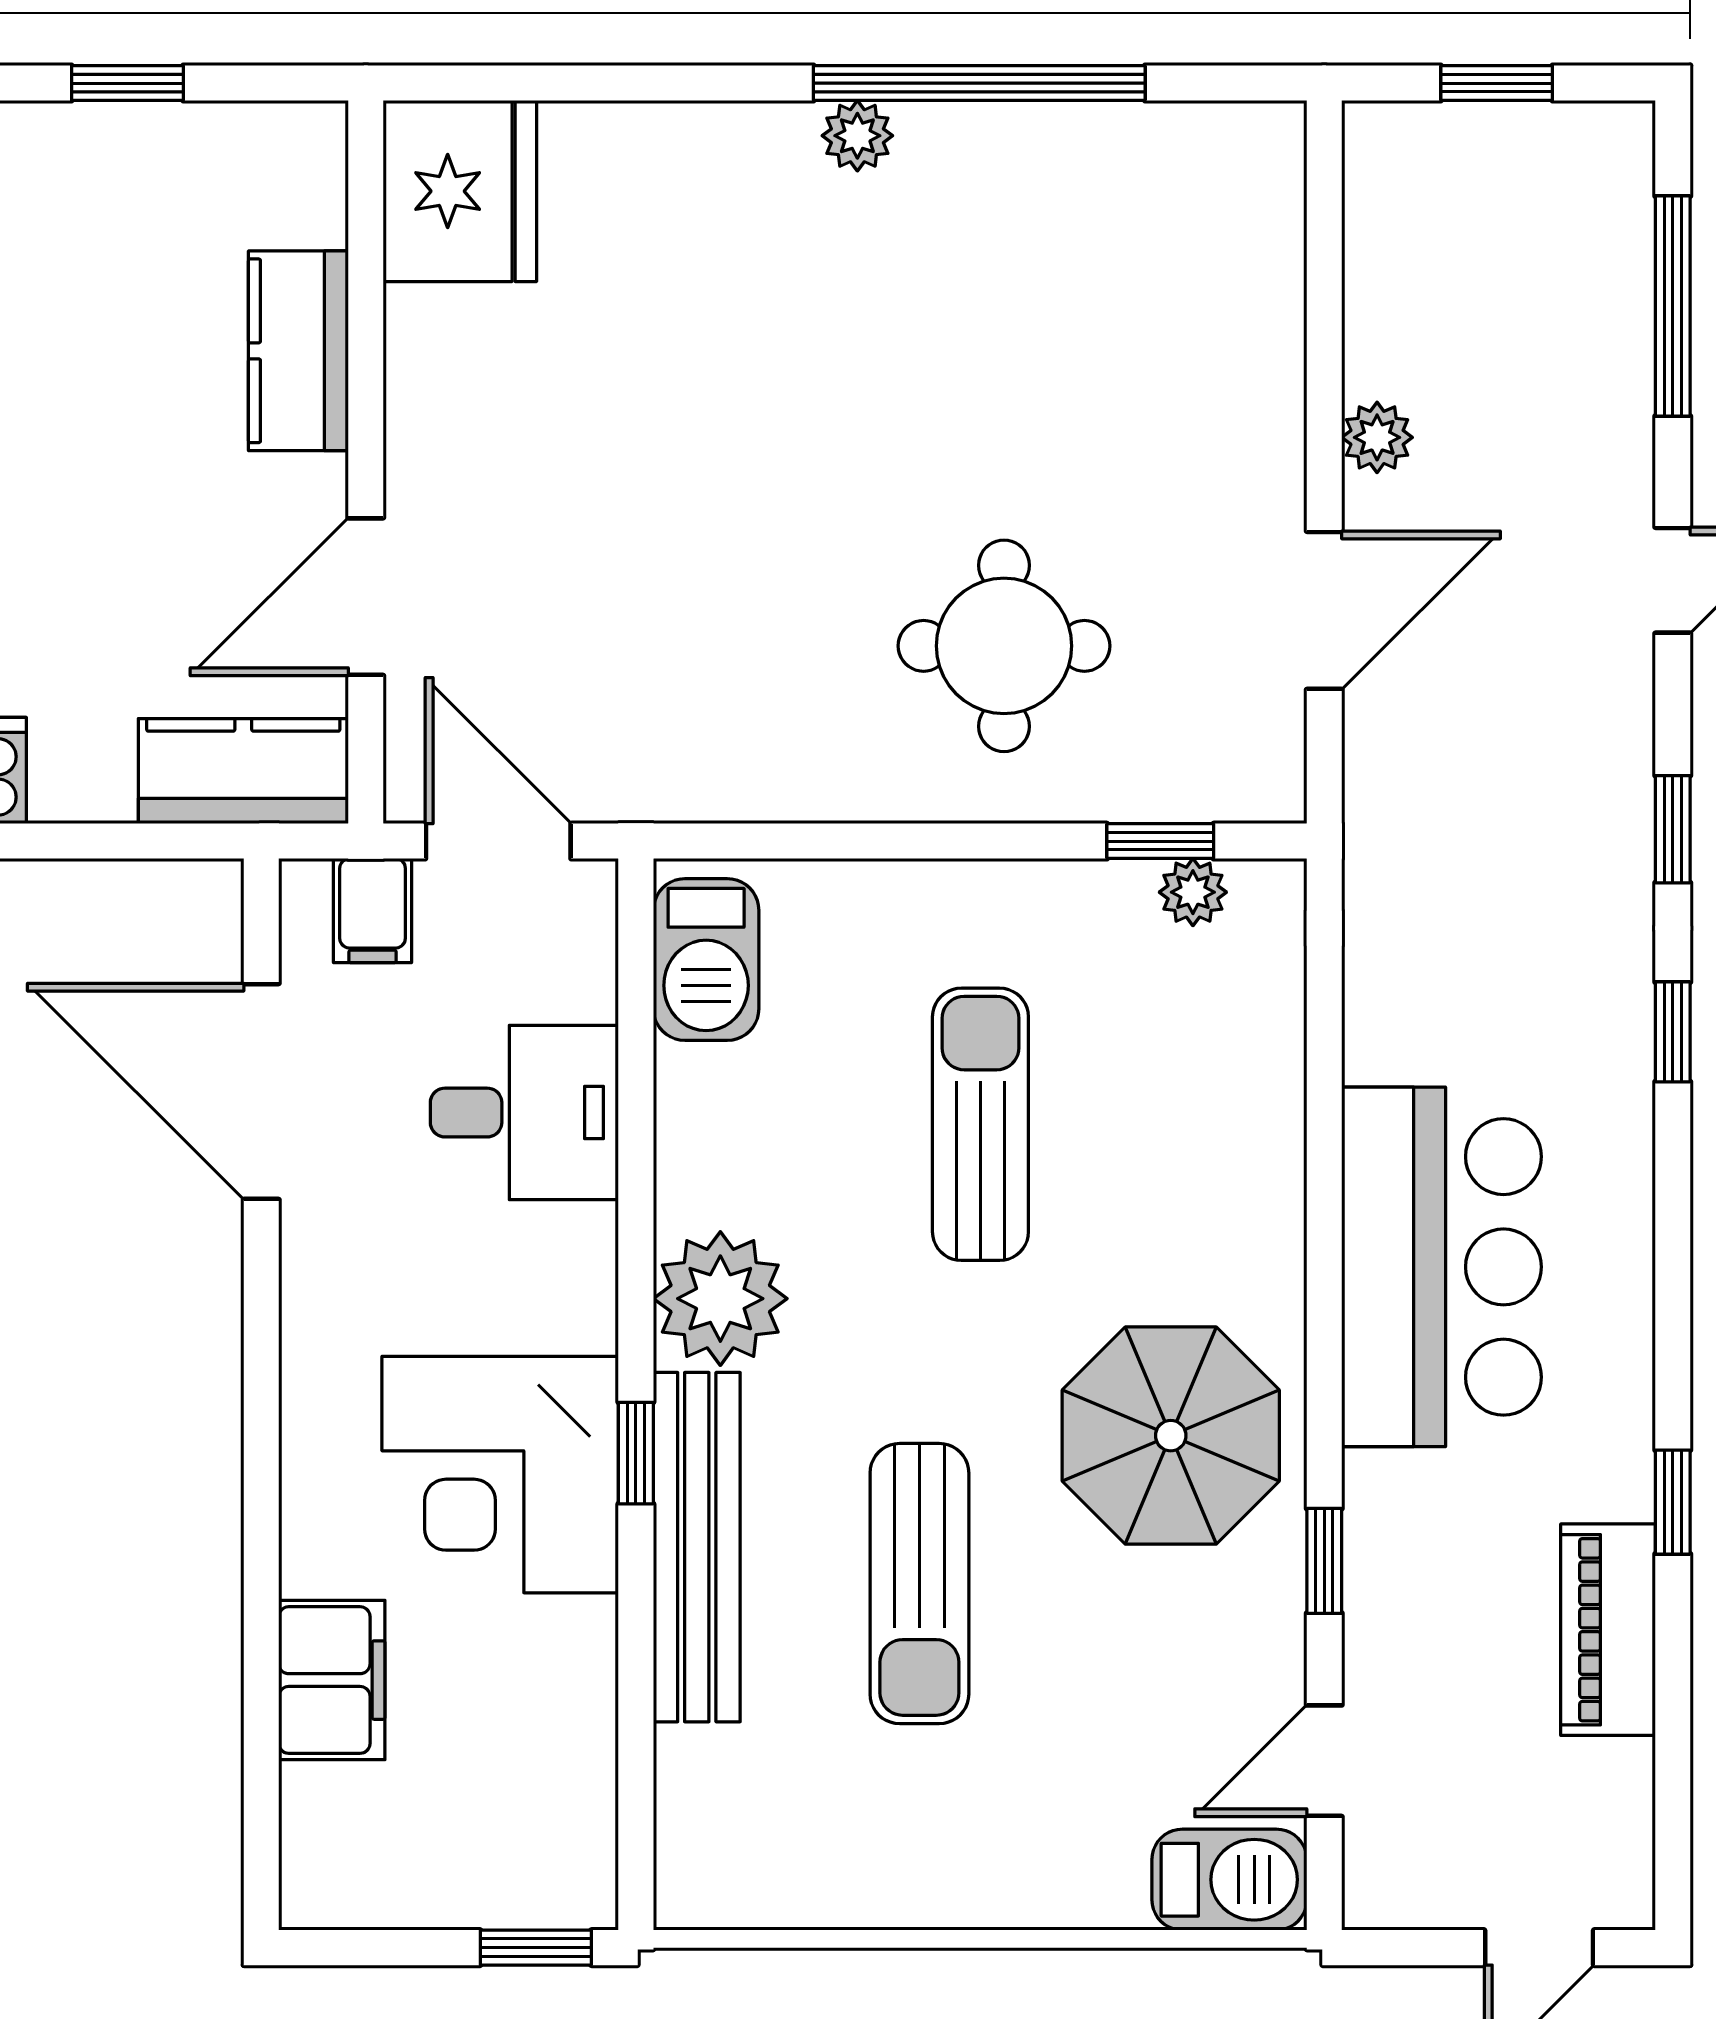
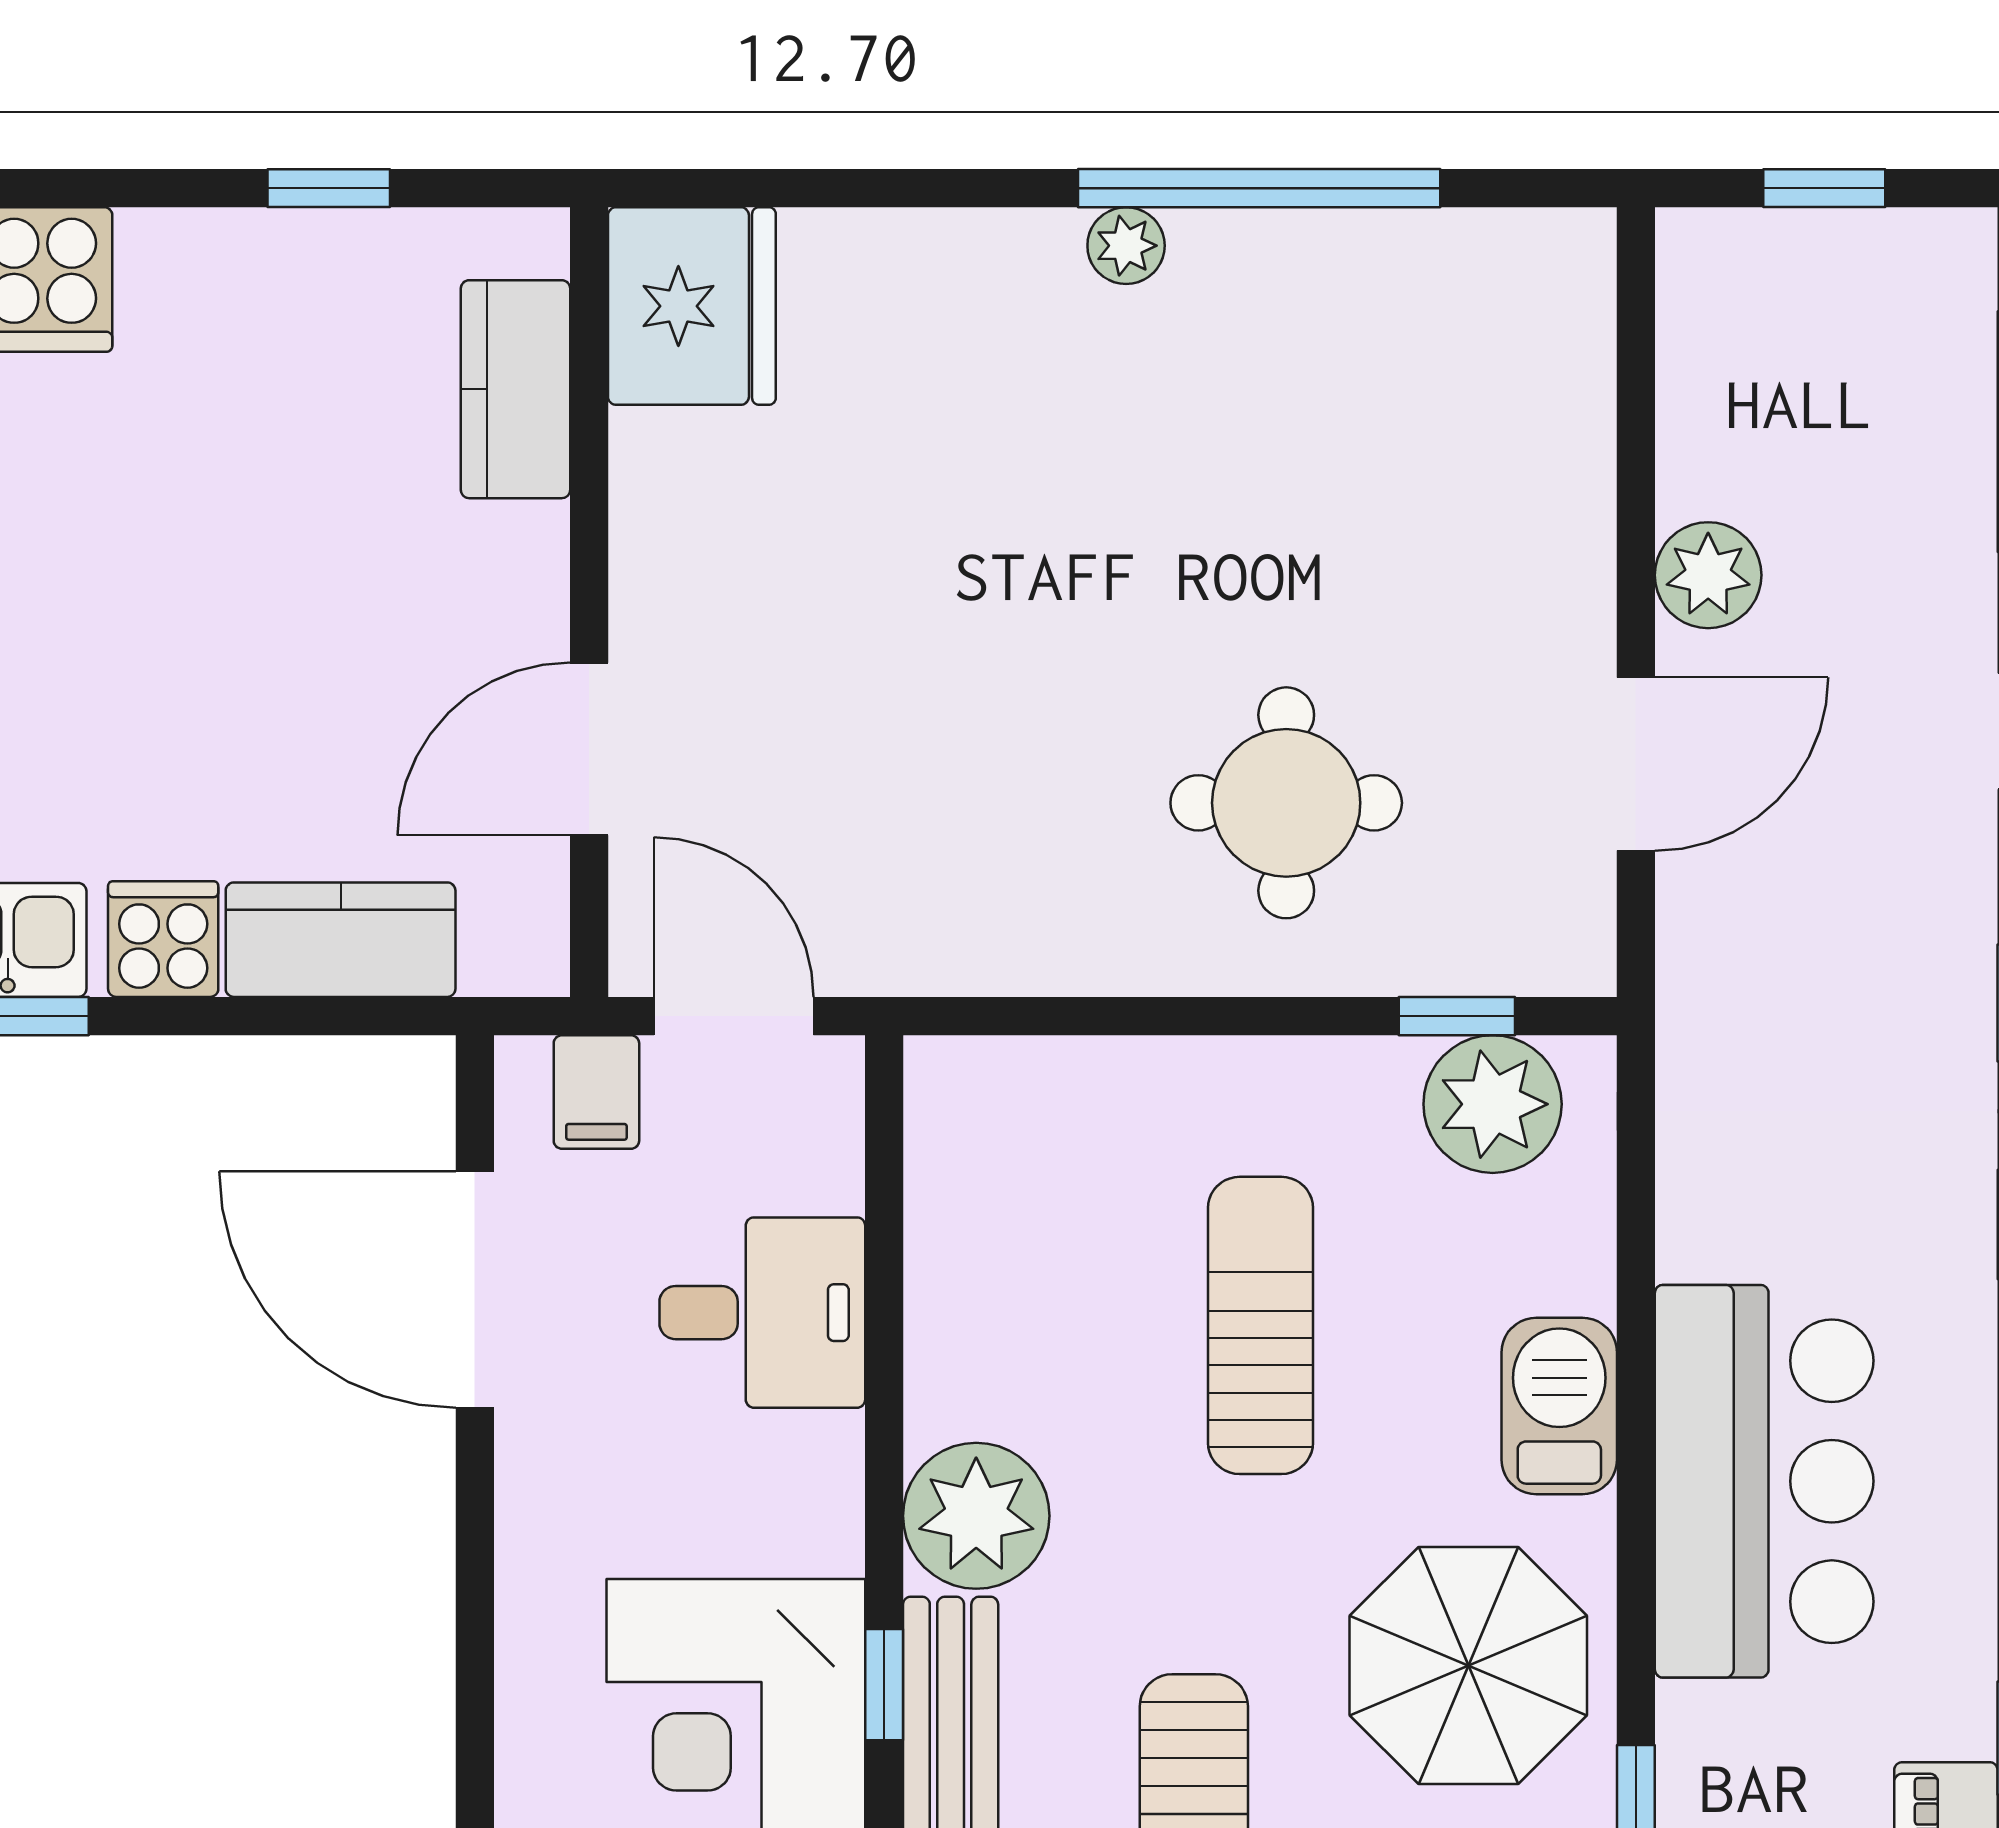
kitchen counter: (298, 351) -> (515, 389), moved
plant: (1377, 437) -> (1708, 575), width x1.38, depth x1.38
kitchen counter: (243, 771) -> (341, 940), moved
plant: (1193, 892) -> (1493, 1104), width x1.87, depth x1.87
barbecue: (706, 960) -> (1559, 1406), moved, turned 180

